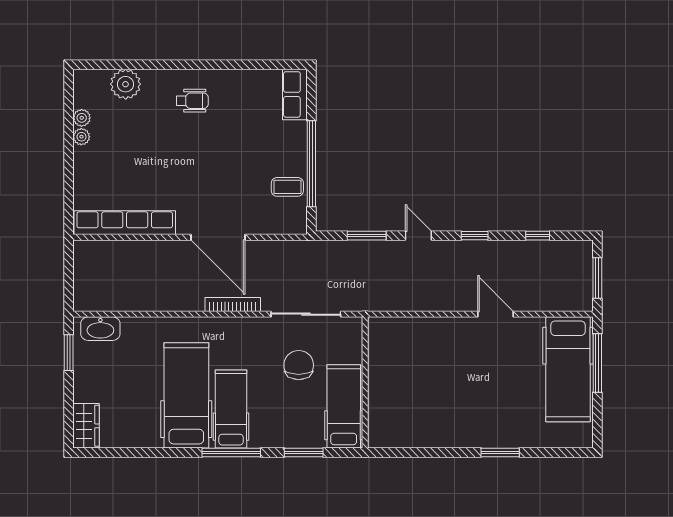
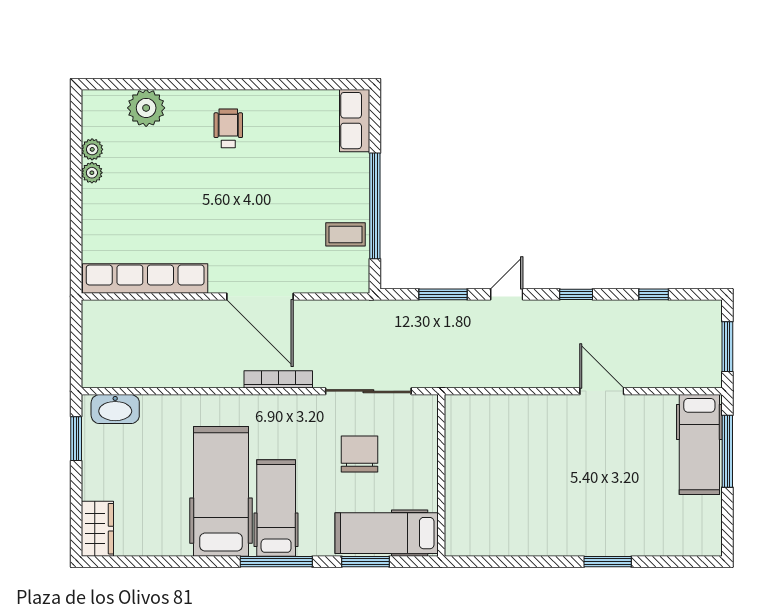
wheelchair: (192, 101) -> (228, 128), turned -90
door: (418, 236) -> (507, 294), hinge flipped
hospital bed: (568, 369) -> (699, 445), width x0.73, depth x0.78
hospital bed: (344, 406) -> (387, 533), moved, turned -90

